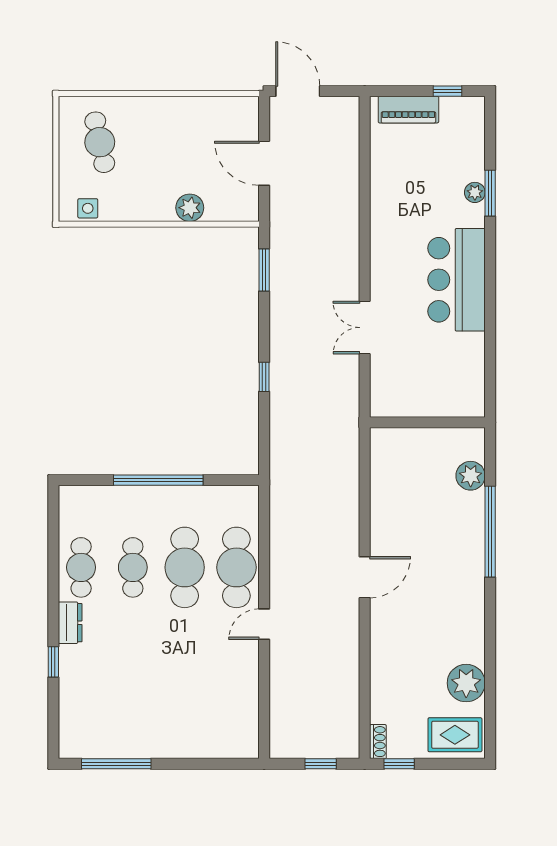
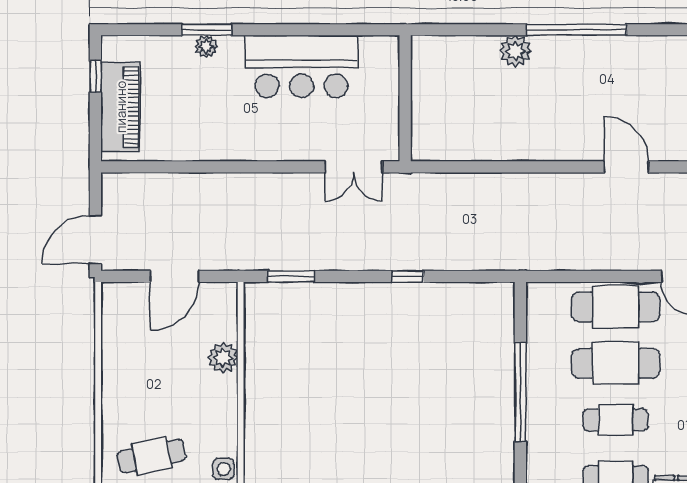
piano: (408, 110) -> (121, 107), width x1.37, depth x1.33
wall: (427, 422) -> (405, 98), moved

